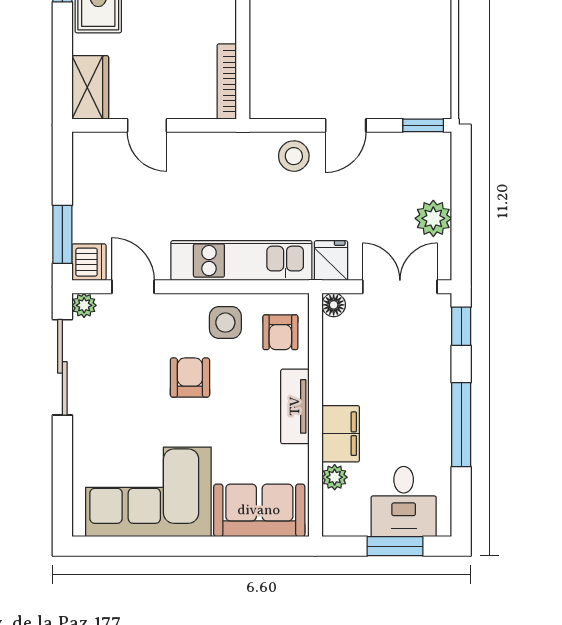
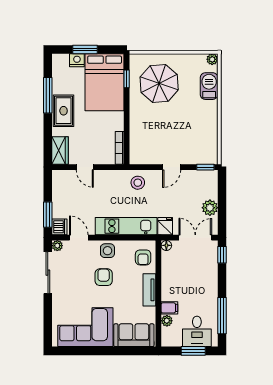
stool: (294, 156) -> (138, 183), moved
side table: (225, 323) -> (107, 251), moved
window: (461, 425) -> (222, 316), moved
filing cabinet: (341, 434) -> (169, 308), width x0.50

